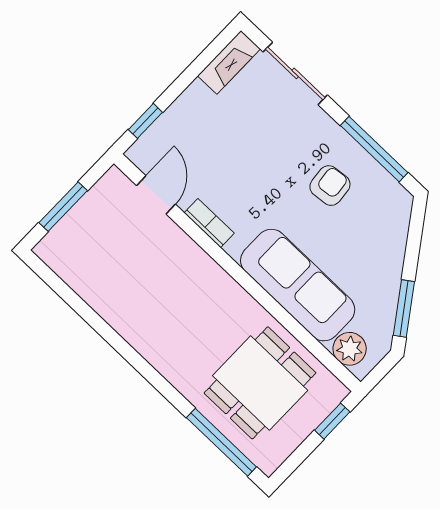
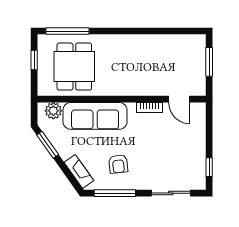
fireplace: (229, 62) -> (79, 171), moved, turned 145
window: (145, 121) -> (209, 167), moved
window: (332, 421) -> (34, 60), moved

